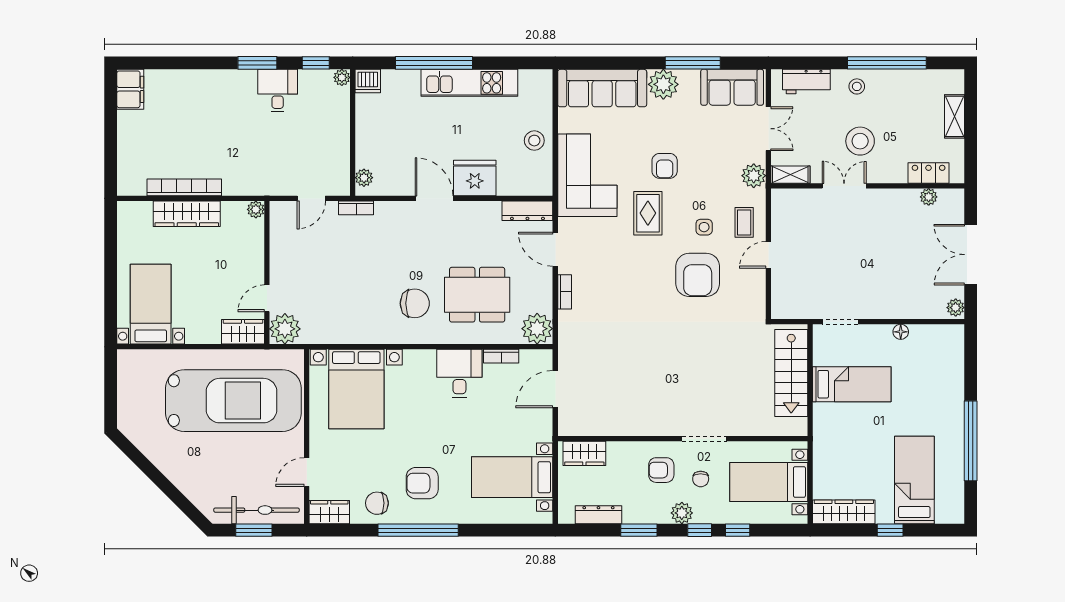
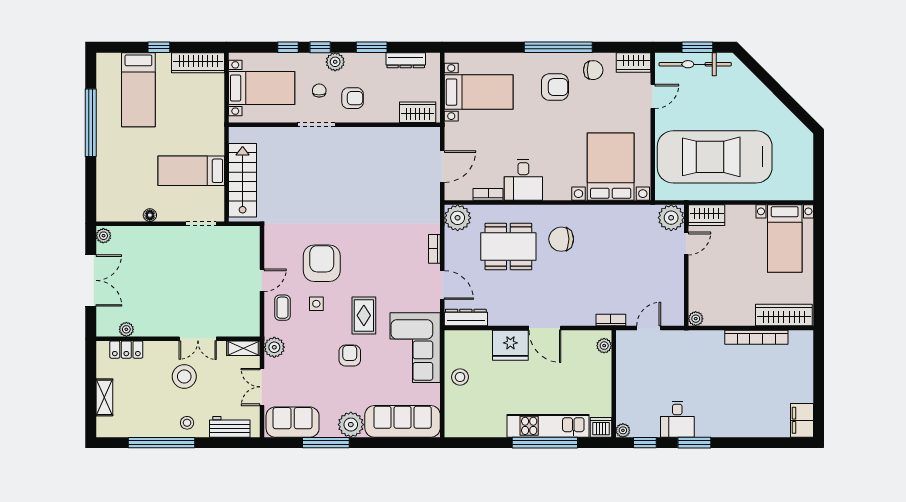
kitchen unit: (469, 83) -> (548, 426), moved
wardrobe: (187, 214) -> (784, 315), moved

